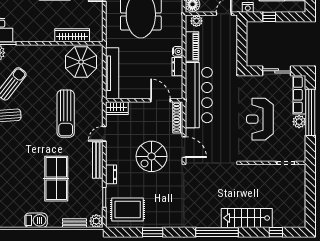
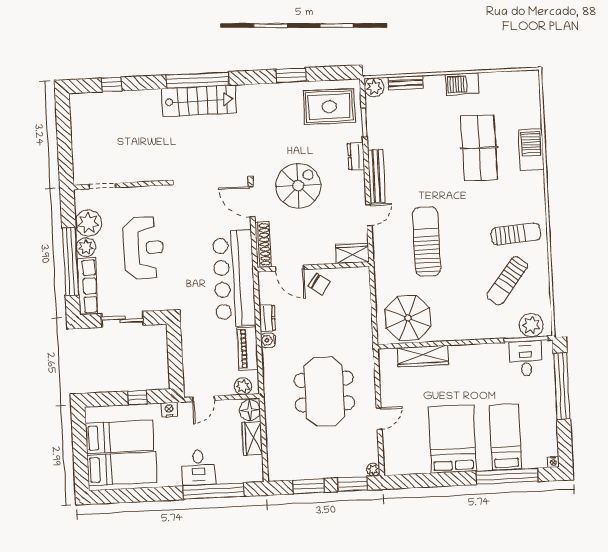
tv unit: (112, 73) -> (362, 304), removed
chair: (141, 88) -> (319, 284), added
plant: (297, 138) -> (88, 223), added
table tennis table: (56, 179) -> (479, 148), moved
stairs: (247, 218) -> (199, 101), moved

